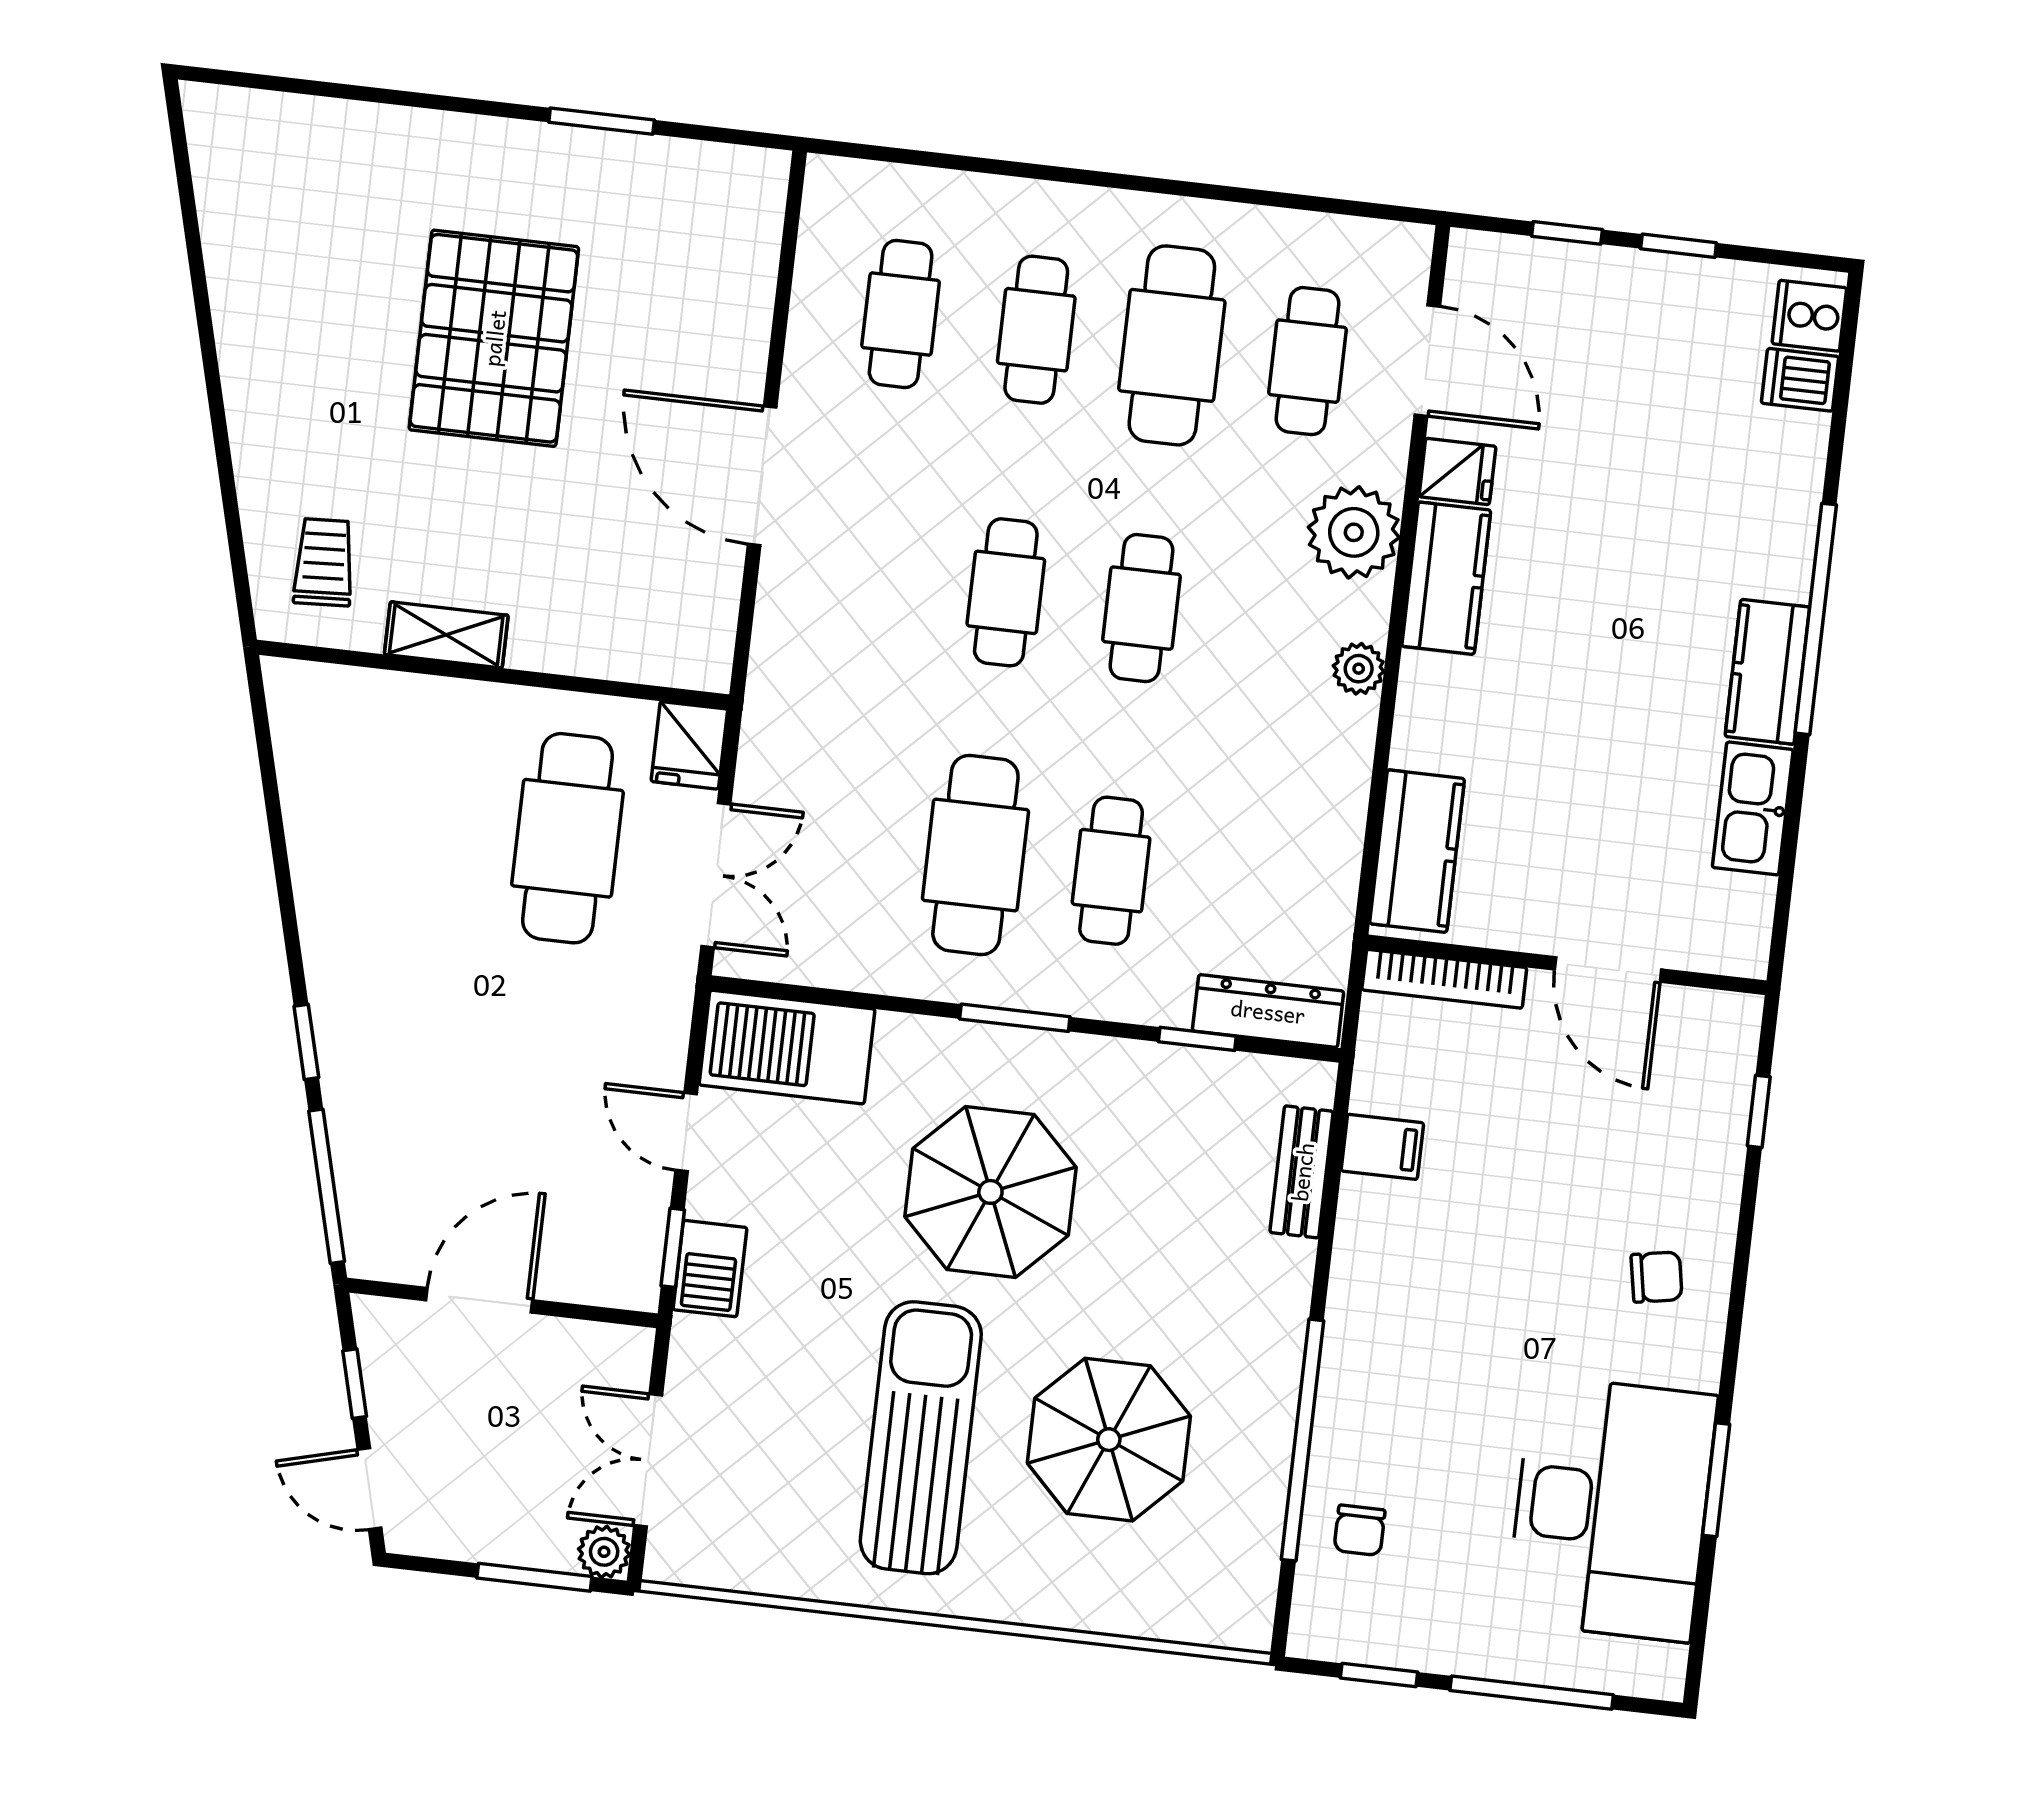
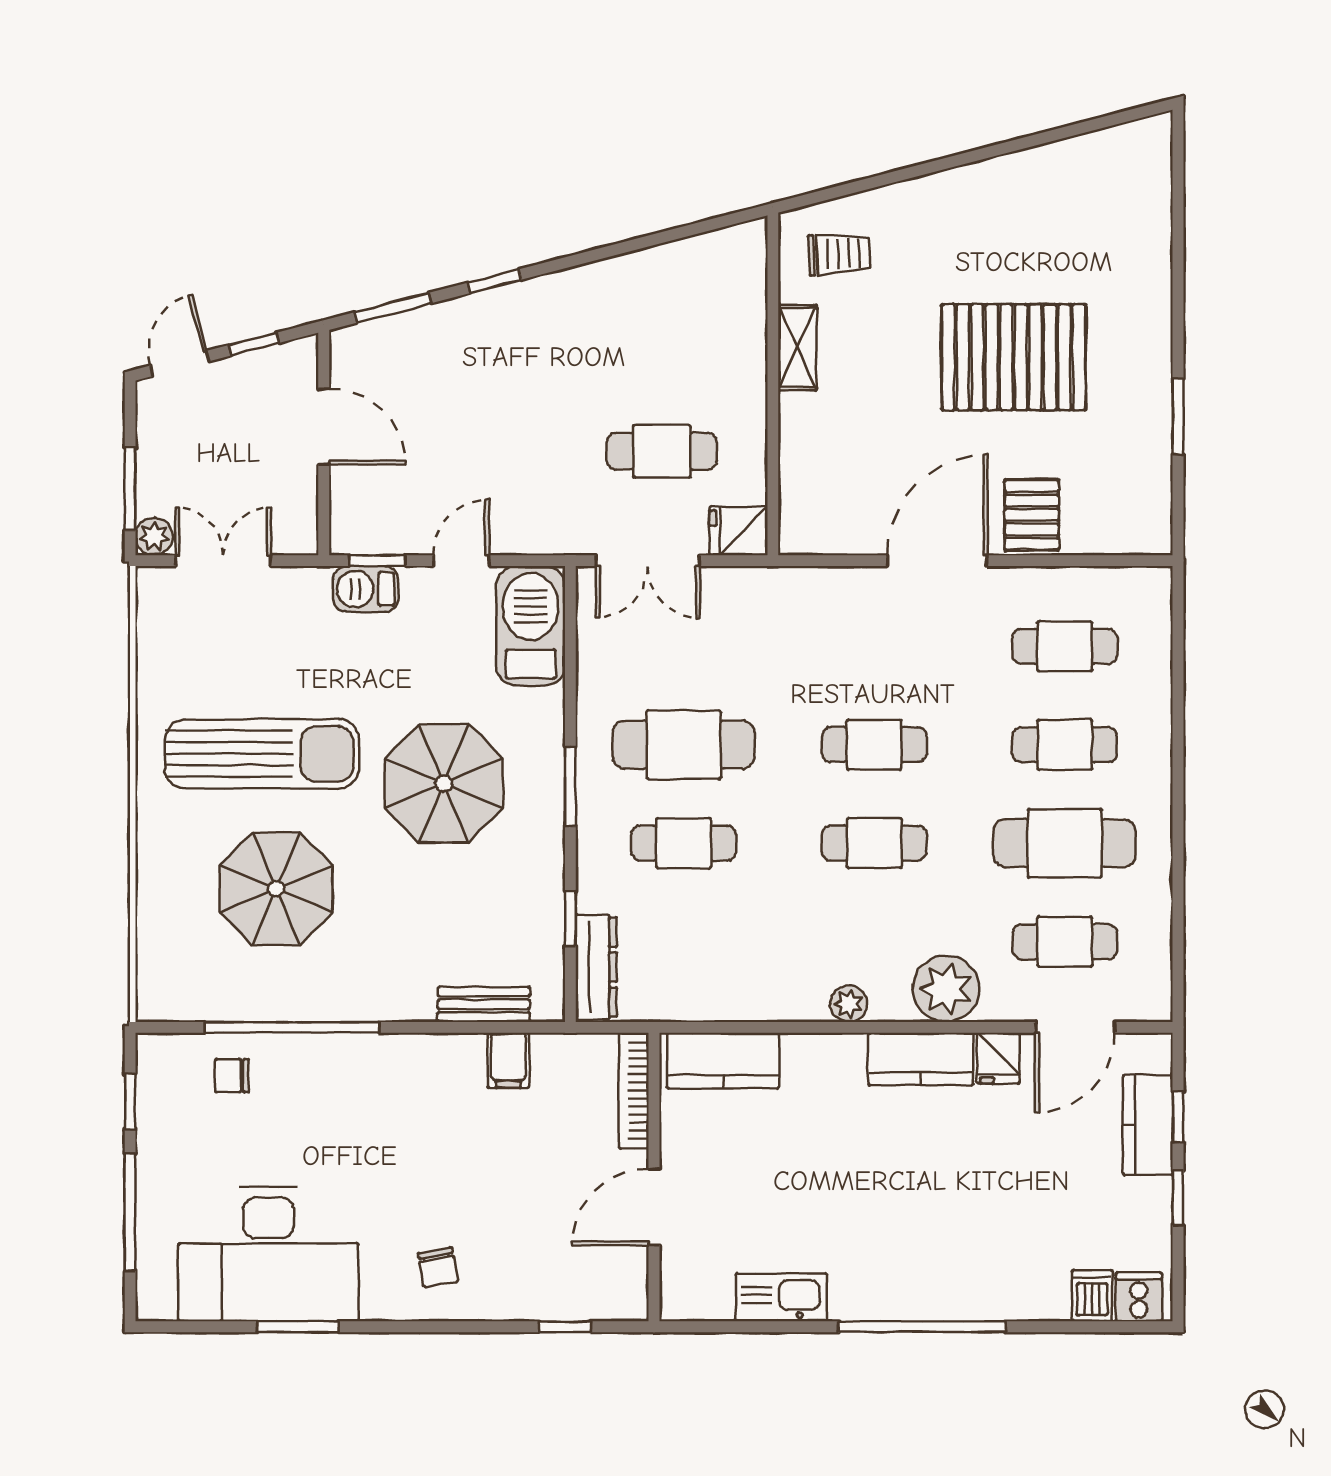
pallet: (714, 339) -> (1032, 515), added
kitchen counter: (1767, 672) -> (1148, 1125), moved, turned -90
cafe table: (567, 838) -> (662, 451), width x0.73, depth x0.74
window: (327, 1186) -> (393, 308), width x0.69

